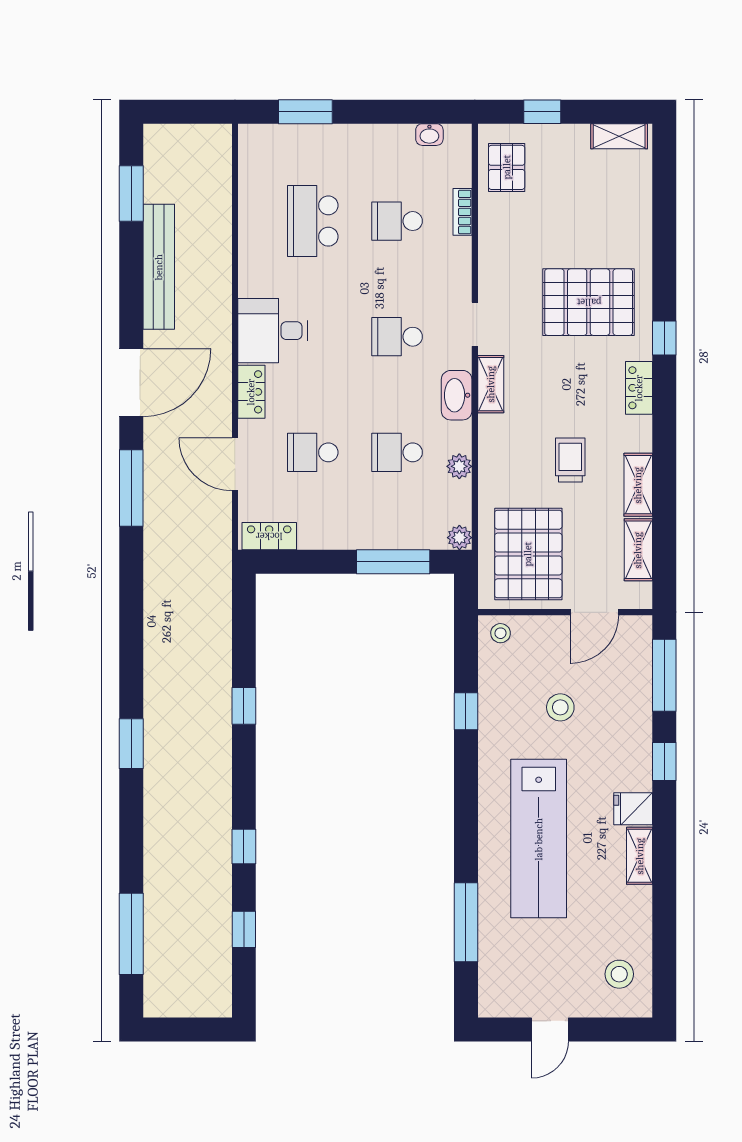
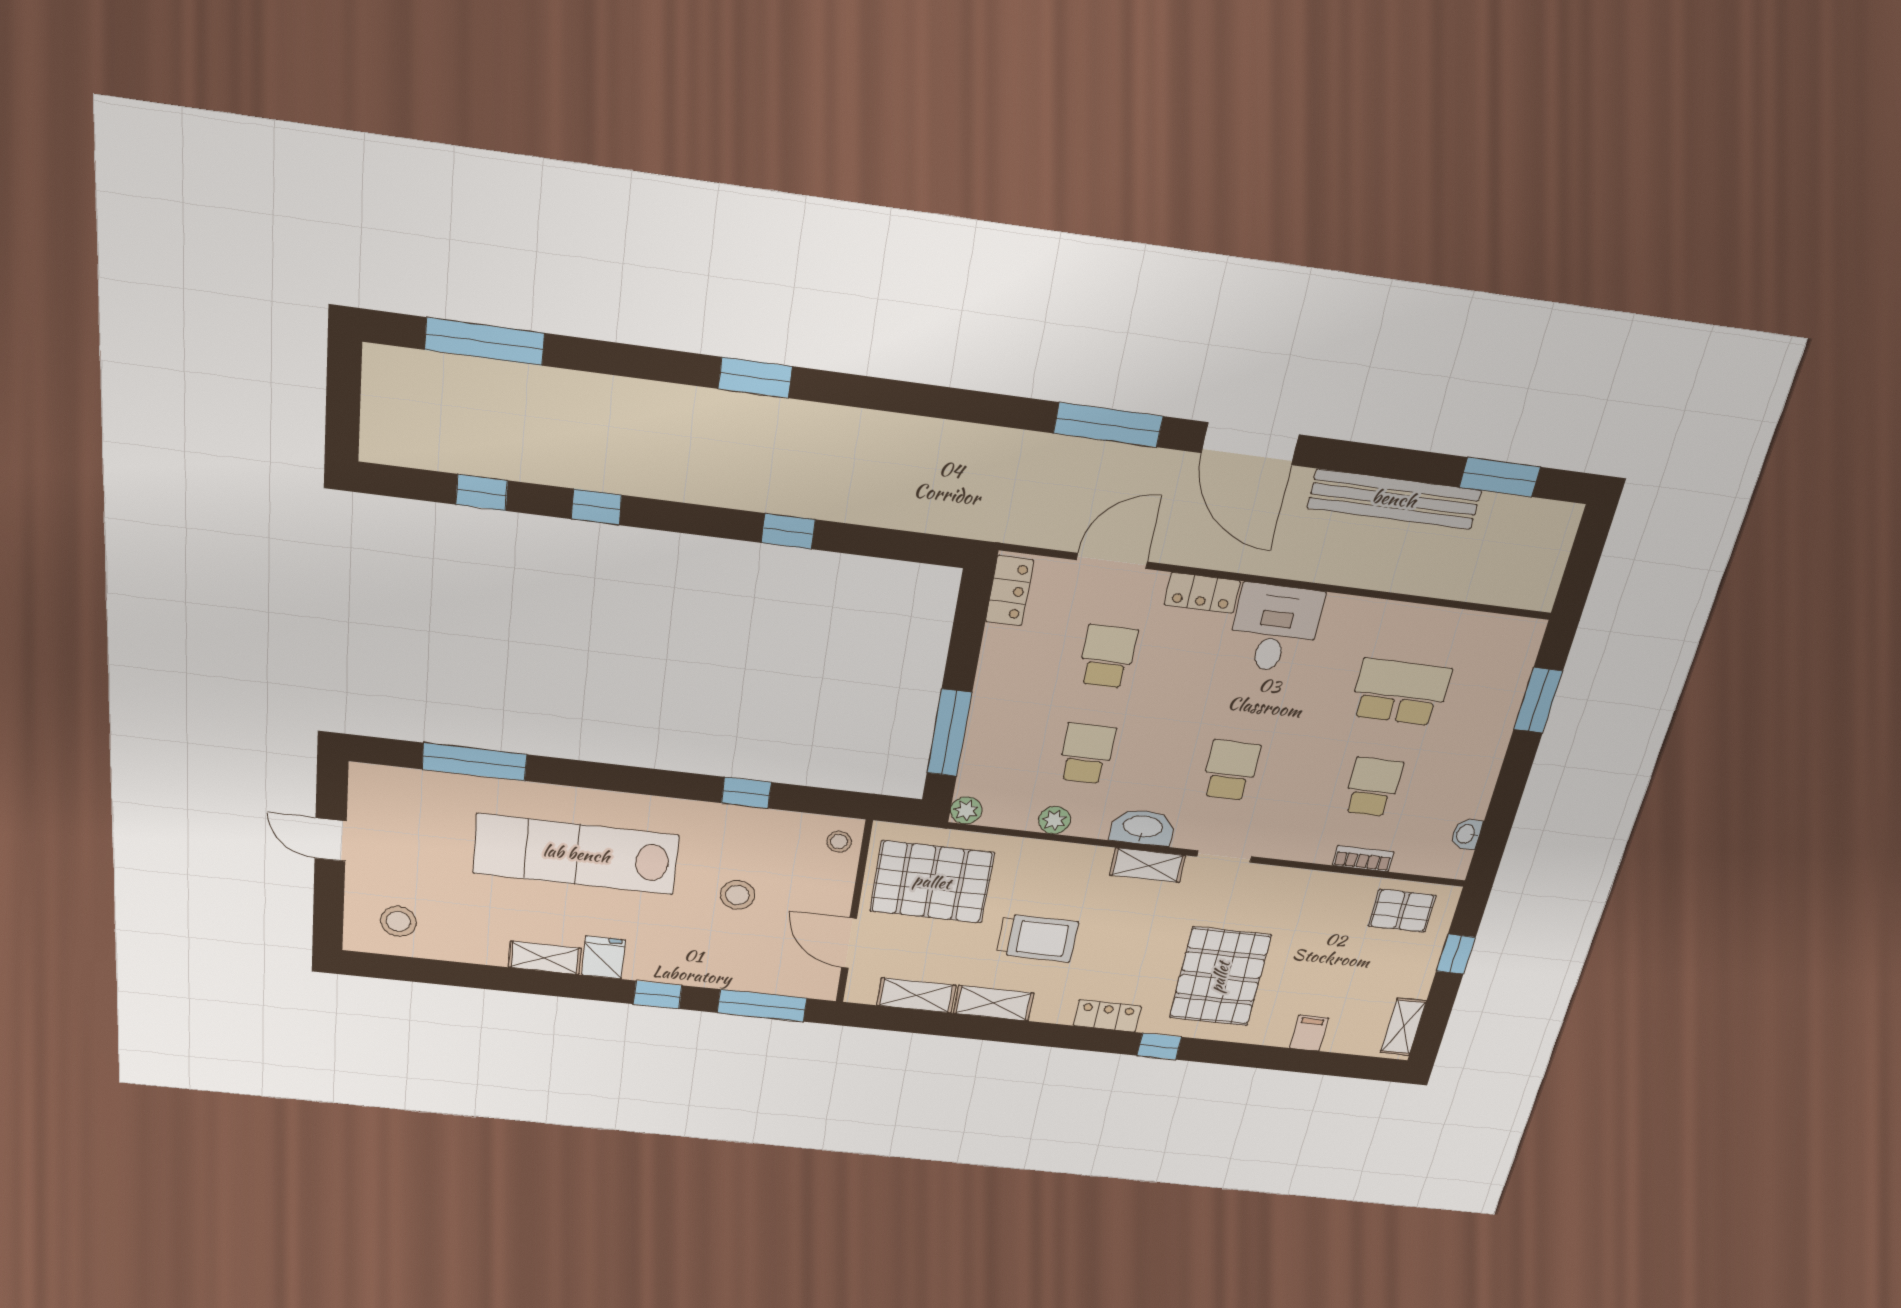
filing cabinet: (635, 214) -> (1309, 1033), added
trolley: (570, 460) -> (1037, 938), width x1.36, depth x1.39

